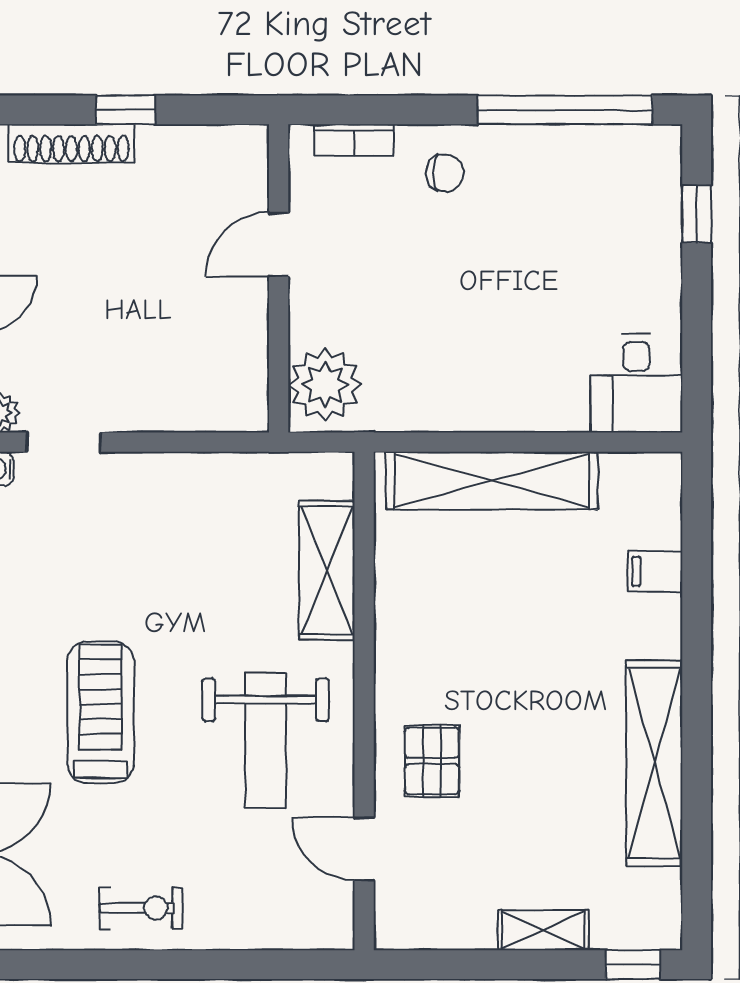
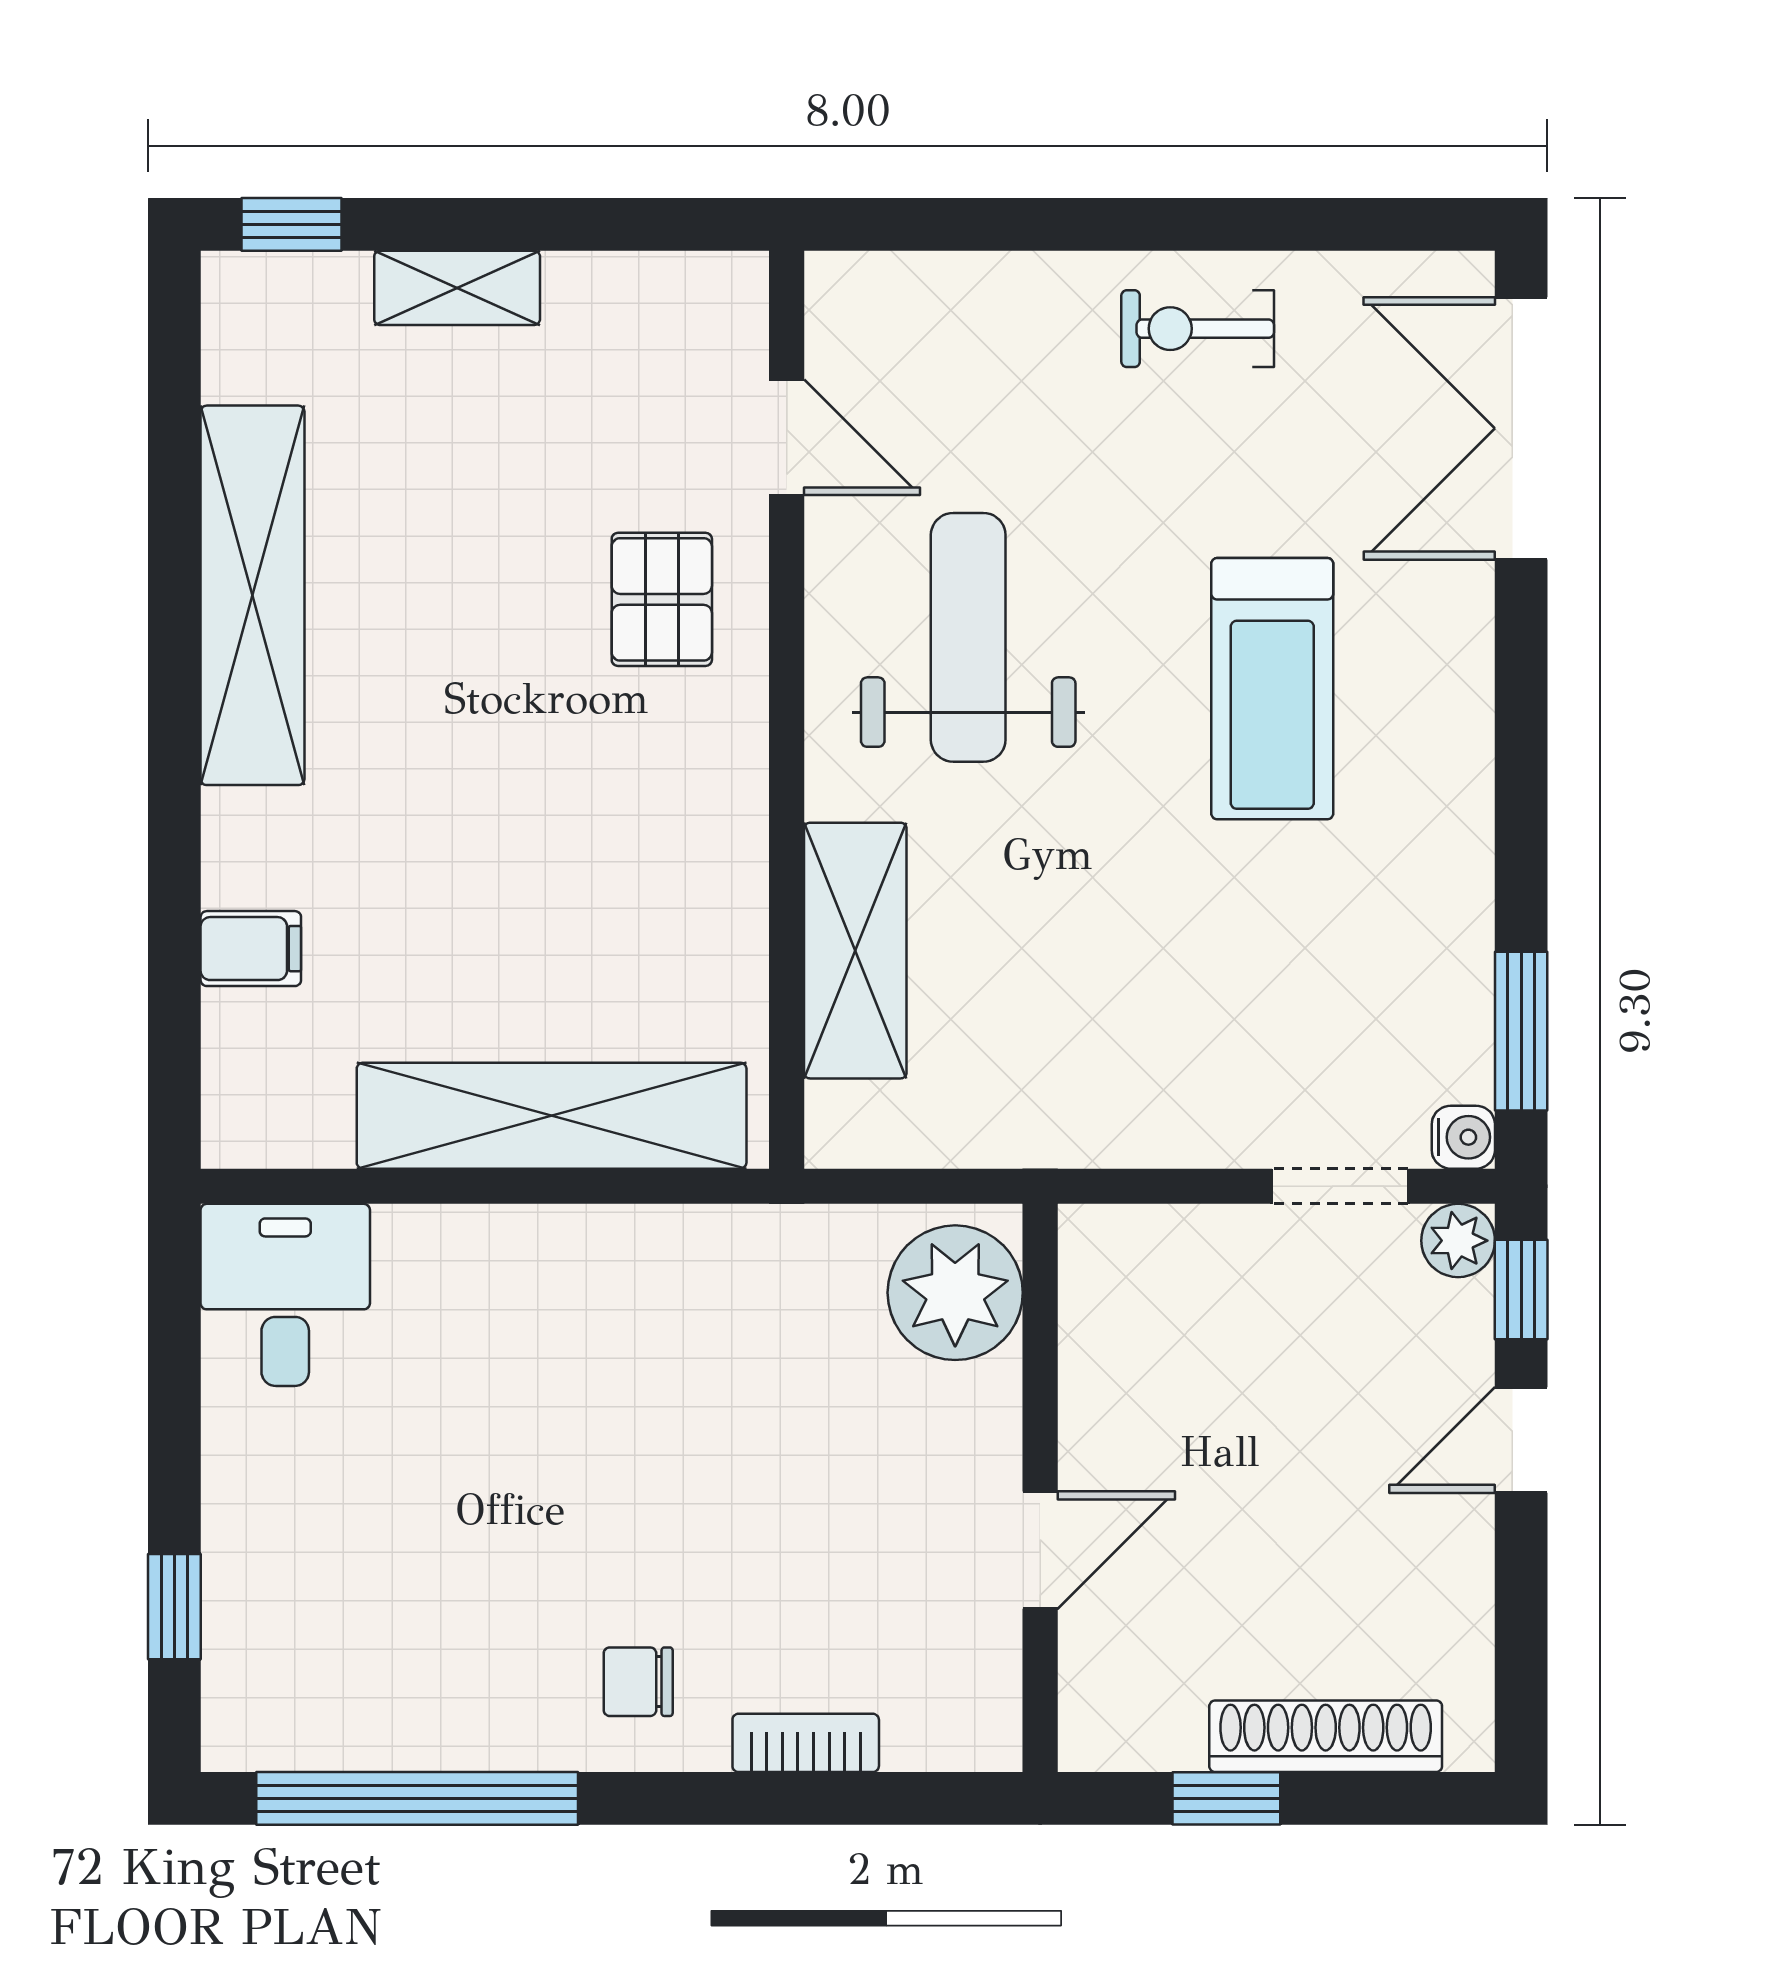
door: (279, 245) -> (1040, 1550), moved
wall: (279, 278) -> (1040, 1488), moved
plant: (325, 384) -> (955, 1293), moved

